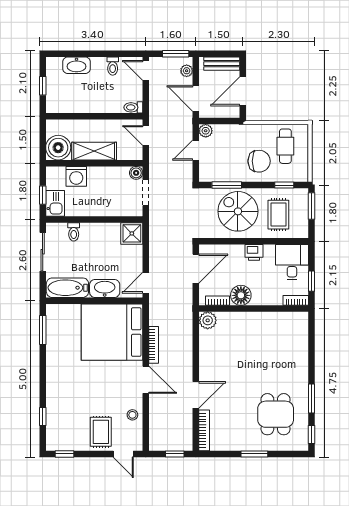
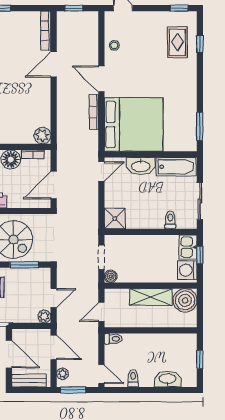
door: (243, 91) -> (9, 354), hinge flipped
door: (146, 135) -> (101, 312), swing flipped
washing machine: (76, 176) -> (187, 270), moved, turned -90
rug: (101, 432) -> (177, 42), moved

